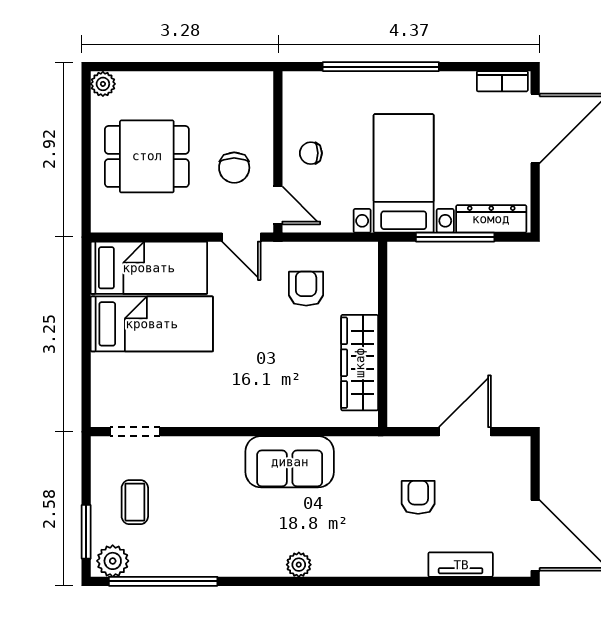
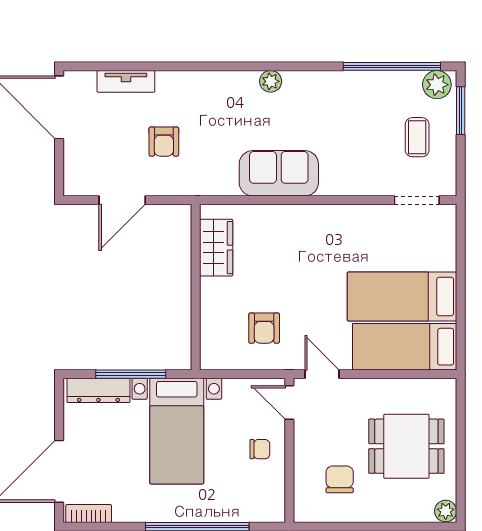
chair: (234, 168) -> (340, 479), moved
wardrobe: (360, 363) -> (216, 248), width x0.67

